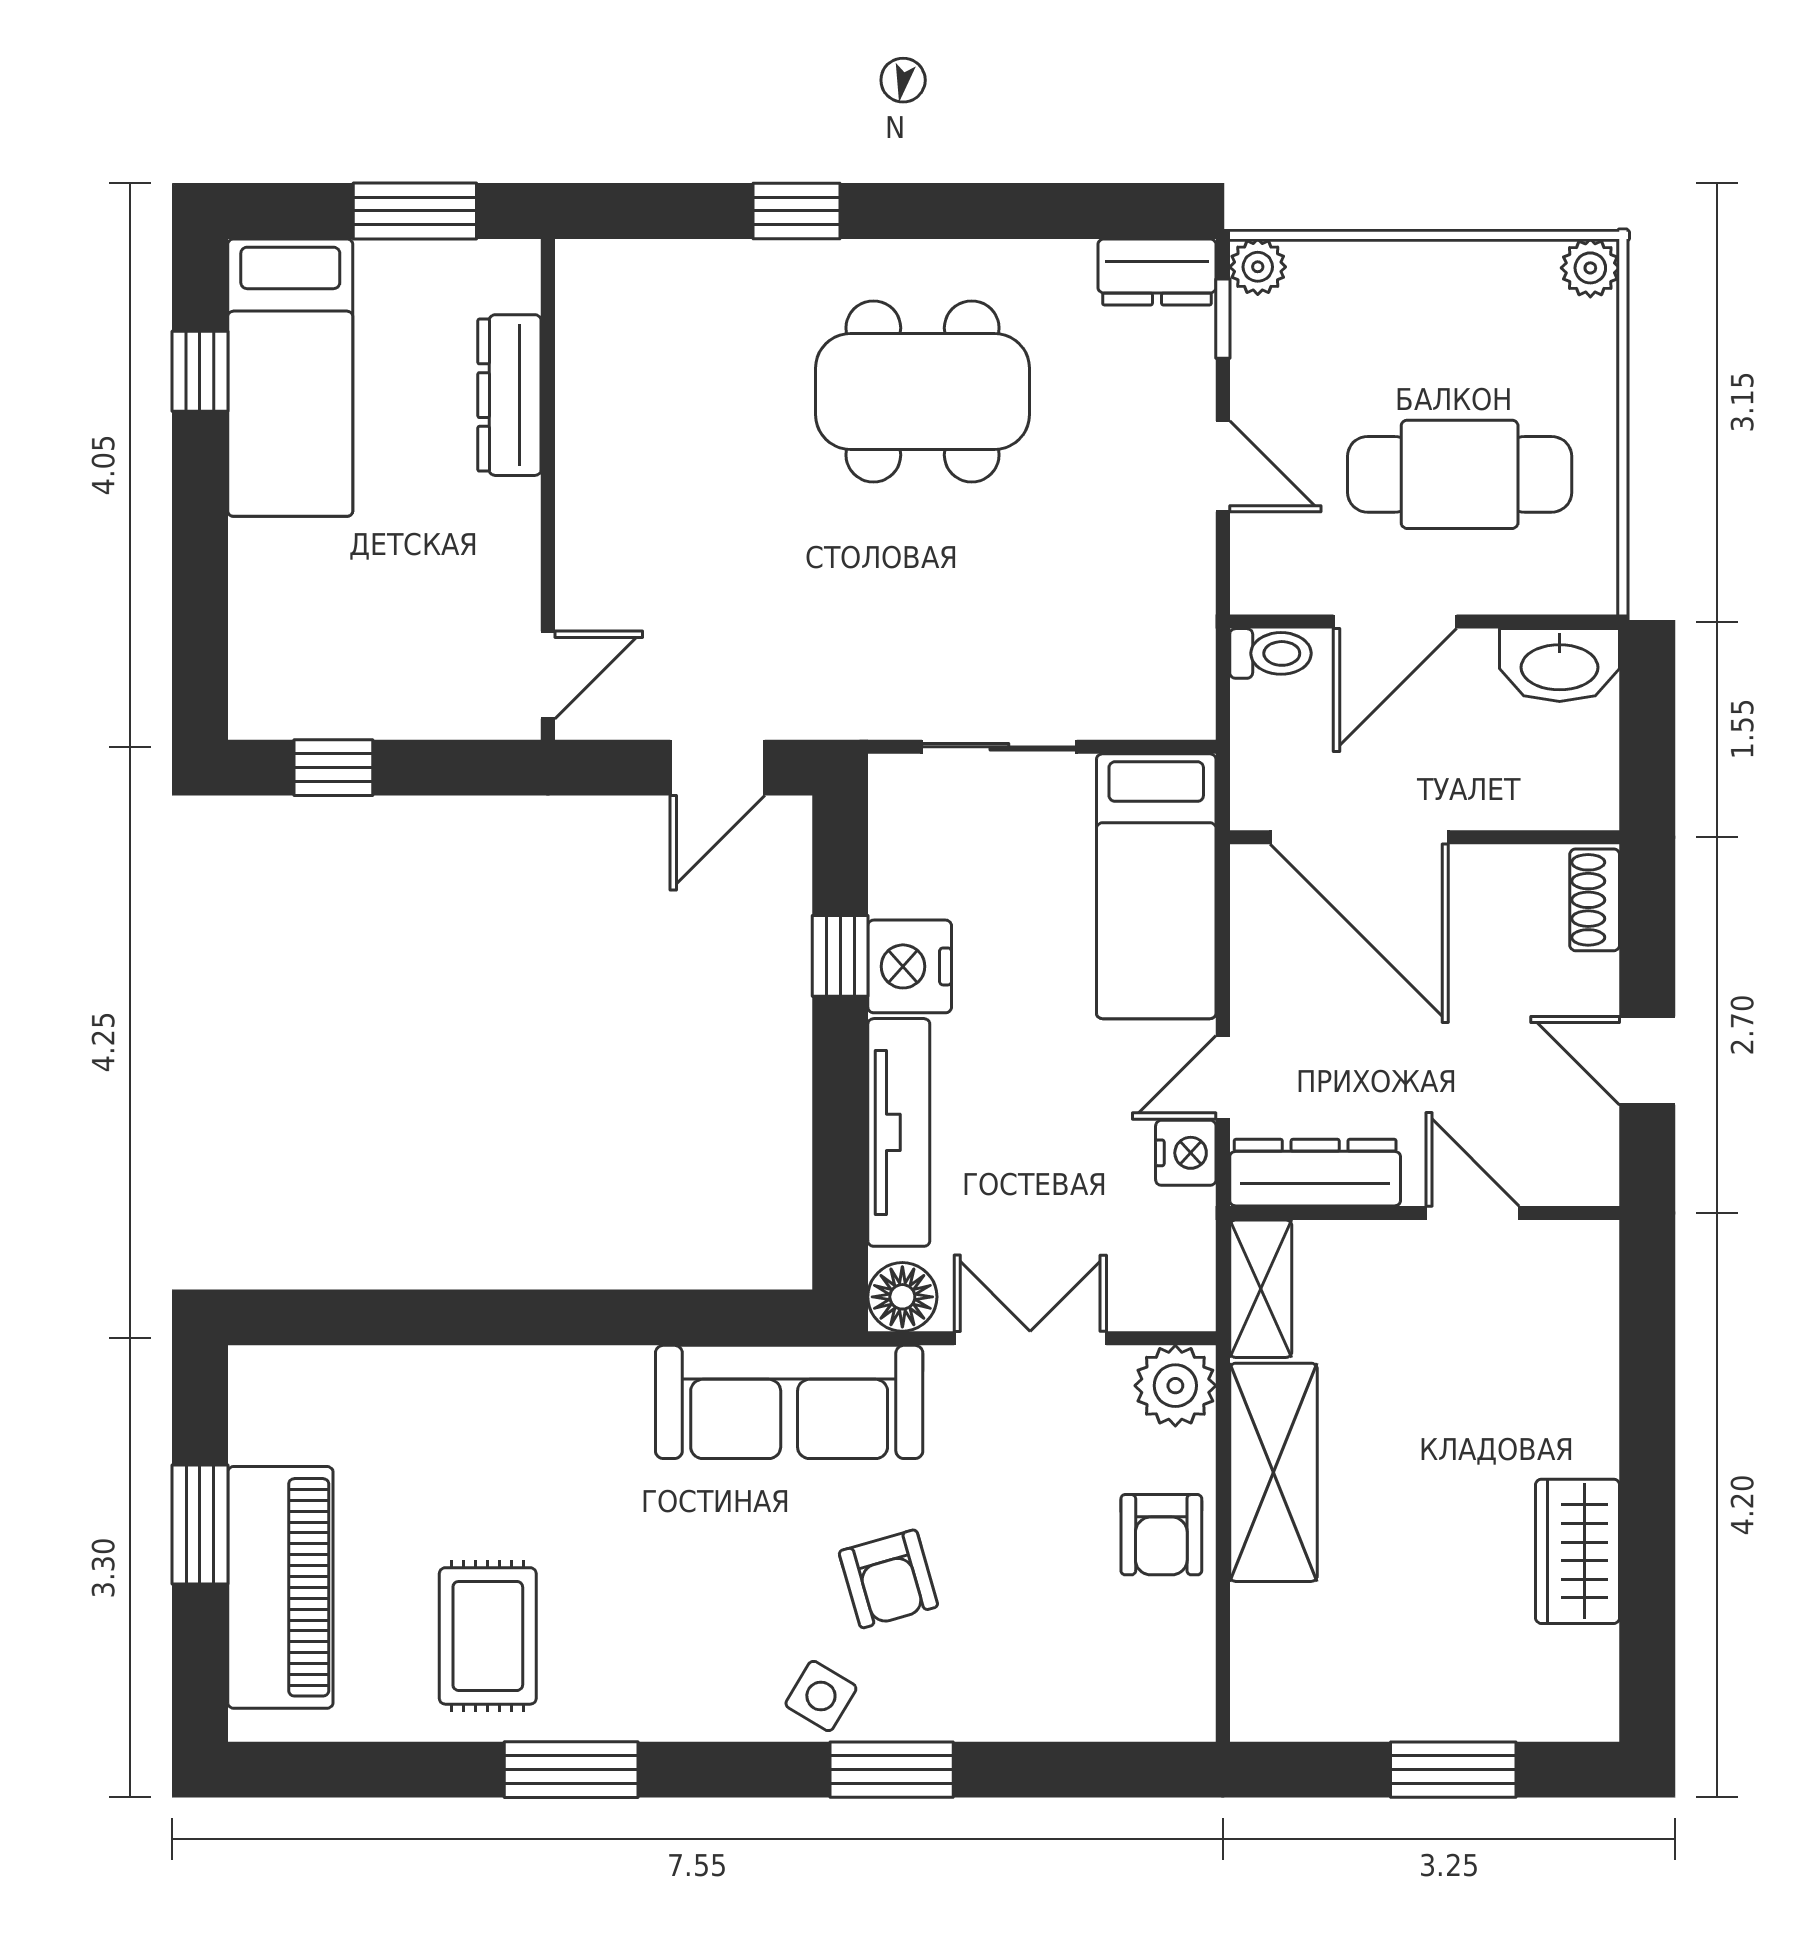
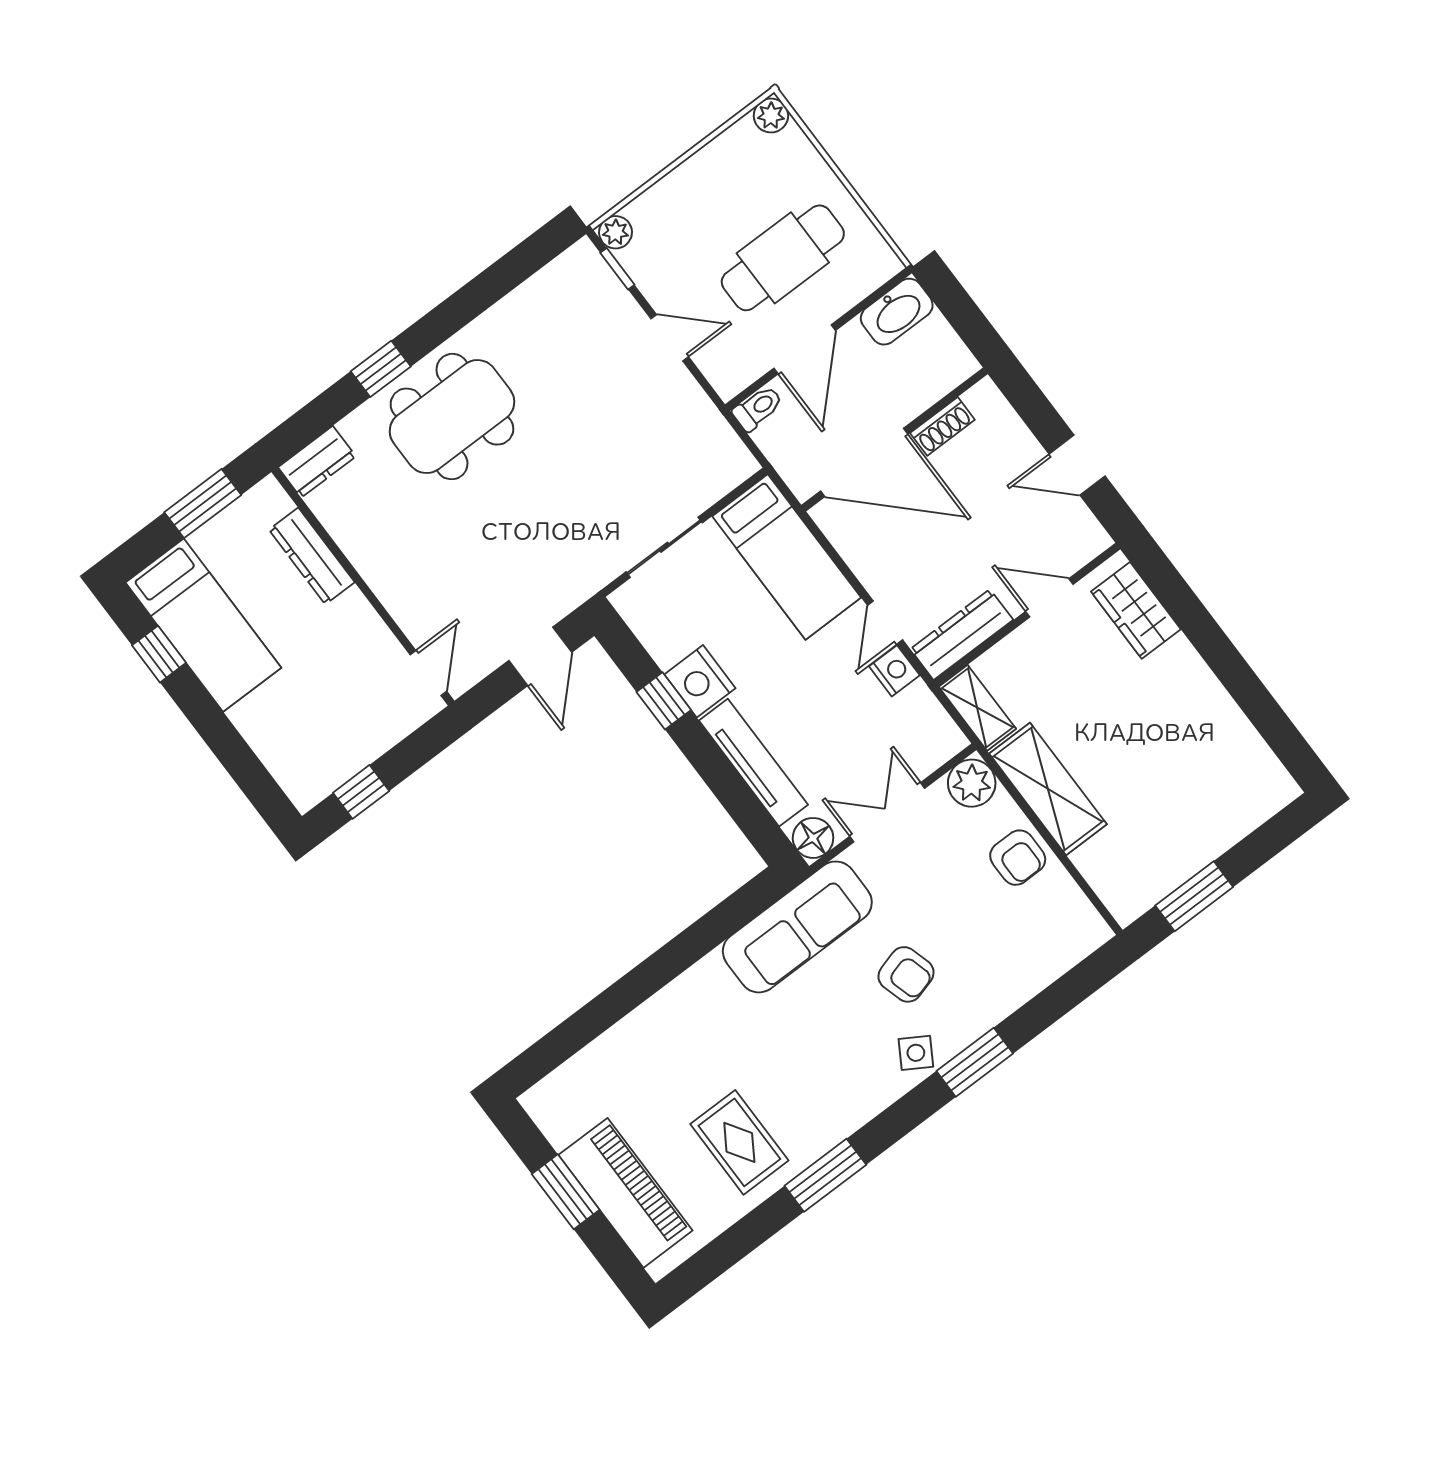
dresser: (1157, 272) -> (317, 462), moved
dining table: (923, 391) -> (452, 417), moved
shoe rack: (1595, 900) -> (942, 426), moved, turned -90
wardrobe: (1578, 1551) -> (1136, 610), moved
window: (1453, 1770) -> (1194, 896), moved

